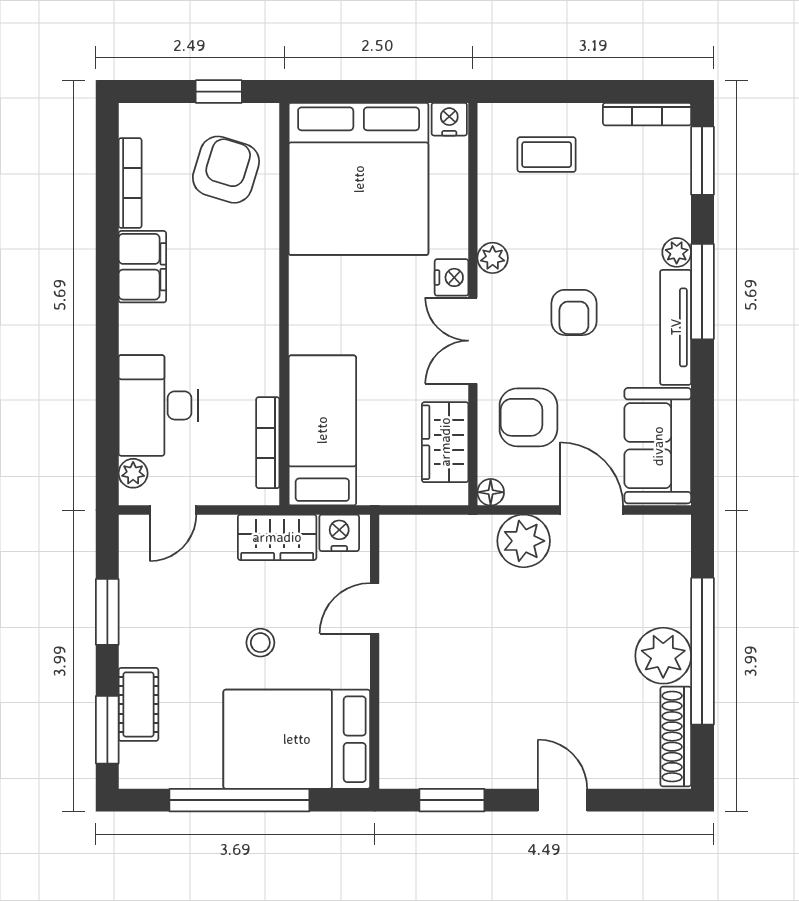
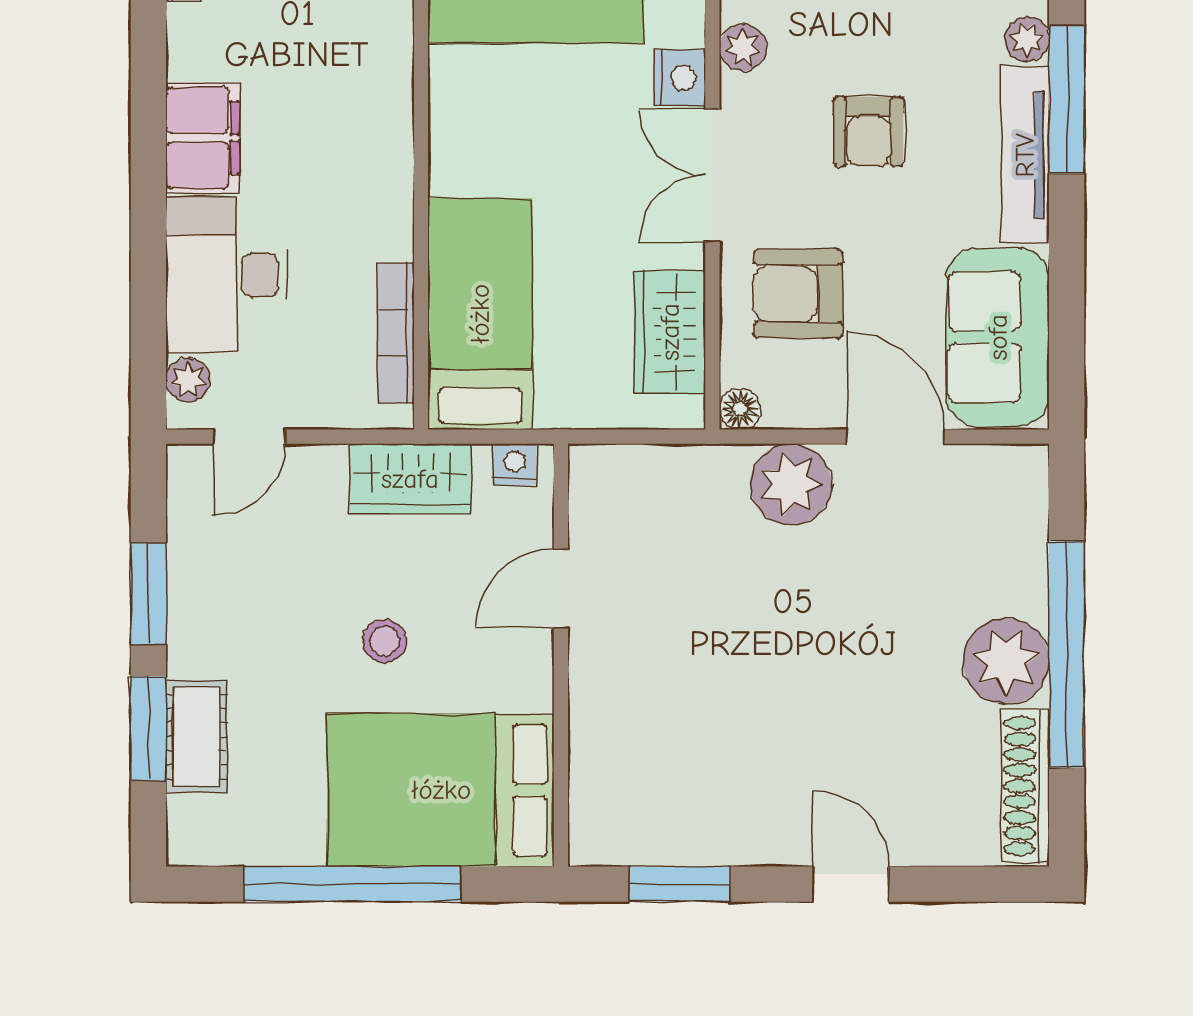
filing cabinet: (142, 267) -> (202, 138), moved
nightstand: (339, 533) -> (515, 464), width x0.72, depth x0.74
window: (107, 730) -> (148, 728), moved

